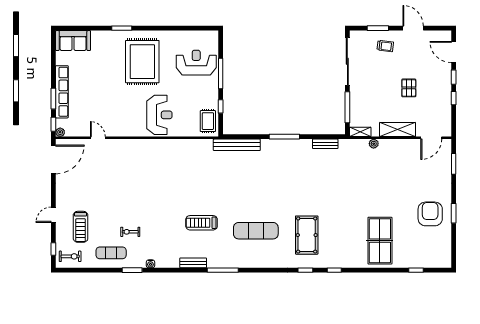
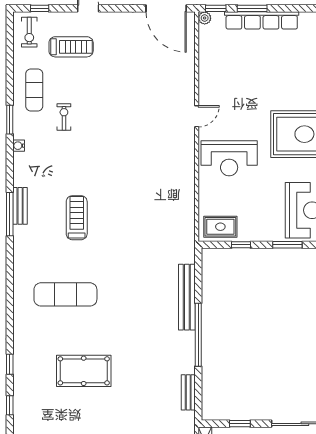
window: (221, 74) -> (287, 245), width x0.69
window: (347, 107) -> (240, 424), width x0.46
window: (284, 137) -> (198, 335), width x1.46
door: (98, 138) -> (197, 116), moved
bench: (237, 145) -> (187, 297), moved
treadmill: (81, 227) -> (71, 47), turned 180
exercise mat: (256, 231) -> (65, 294), turned 90
pool table: (307, 235) -> (84, 371), moved
window: (223, 270) -> (10, 214), moved

